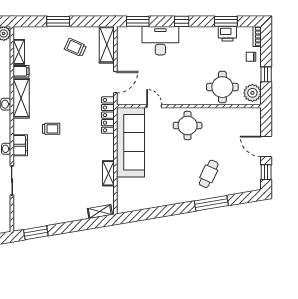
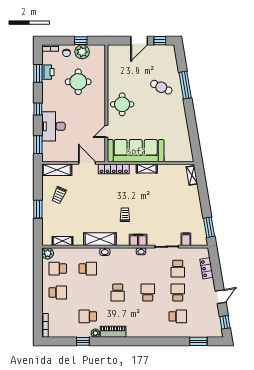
filing cabinet: (21, 71) -> (186, 239), moved
round table: (222, 87) -> (78, 82), moved
plant: (252, 93) -> (82, 52), moved
shelving: (108, 173) -> (147, 168), moved

